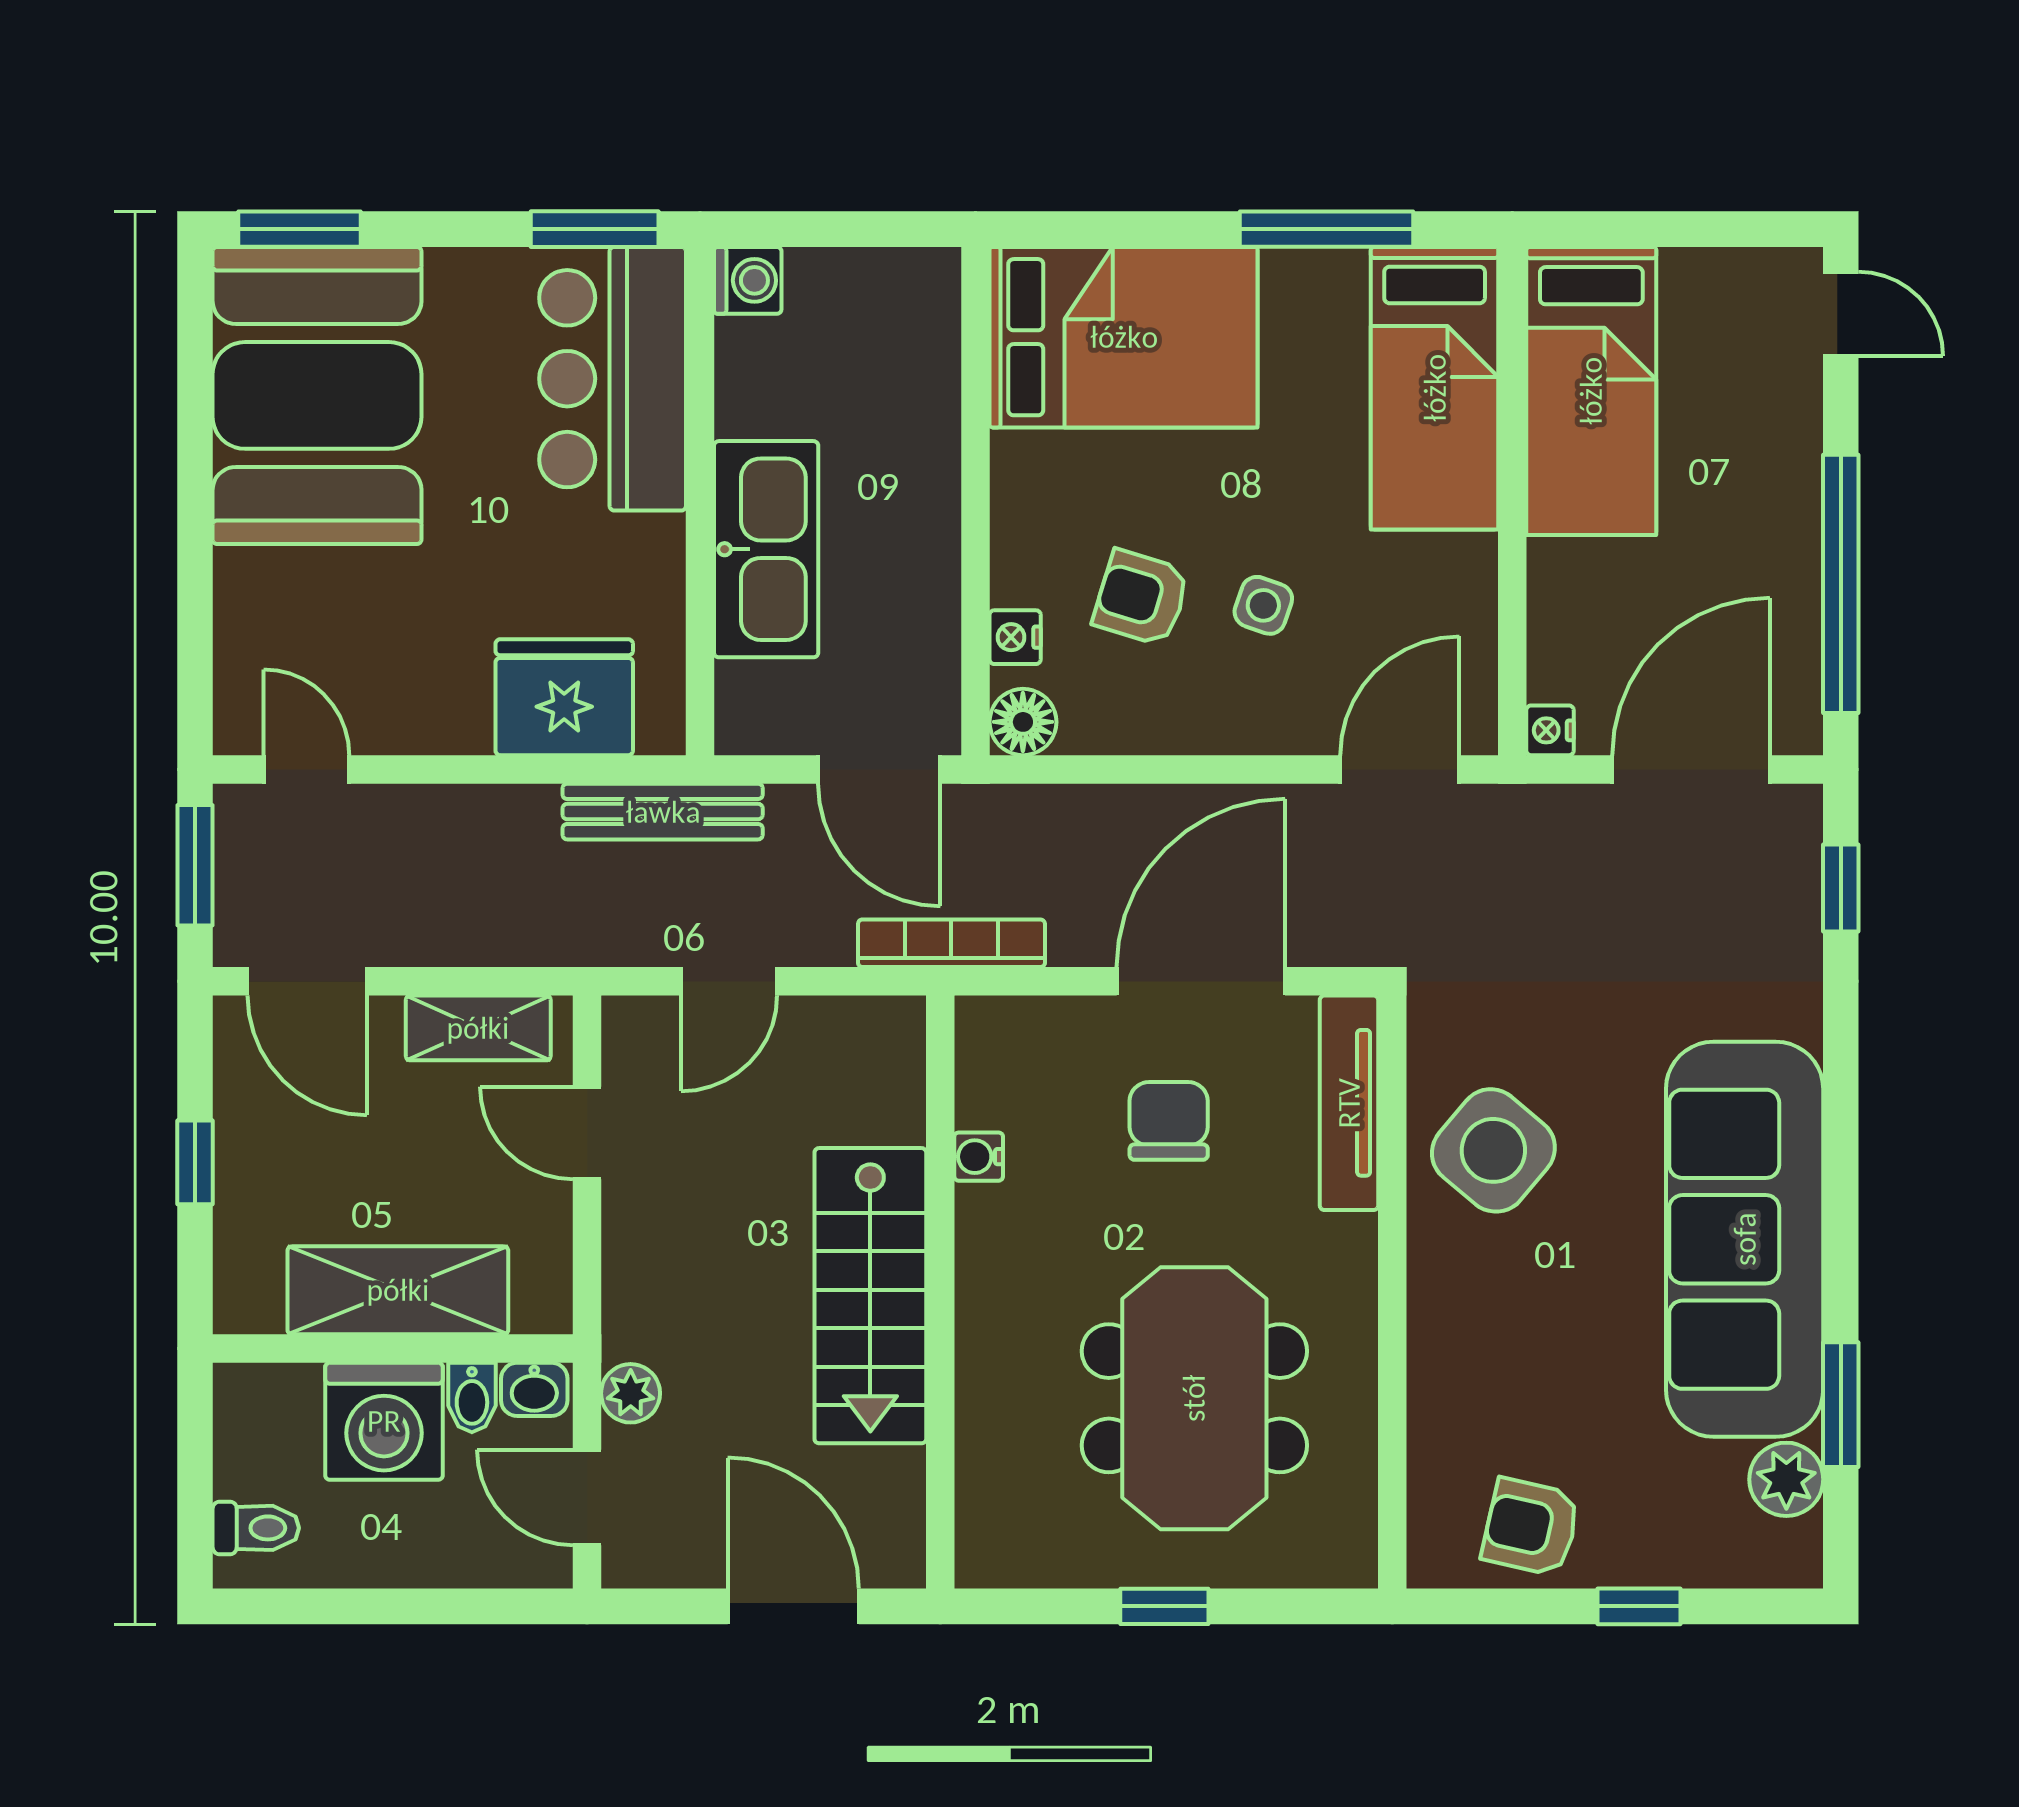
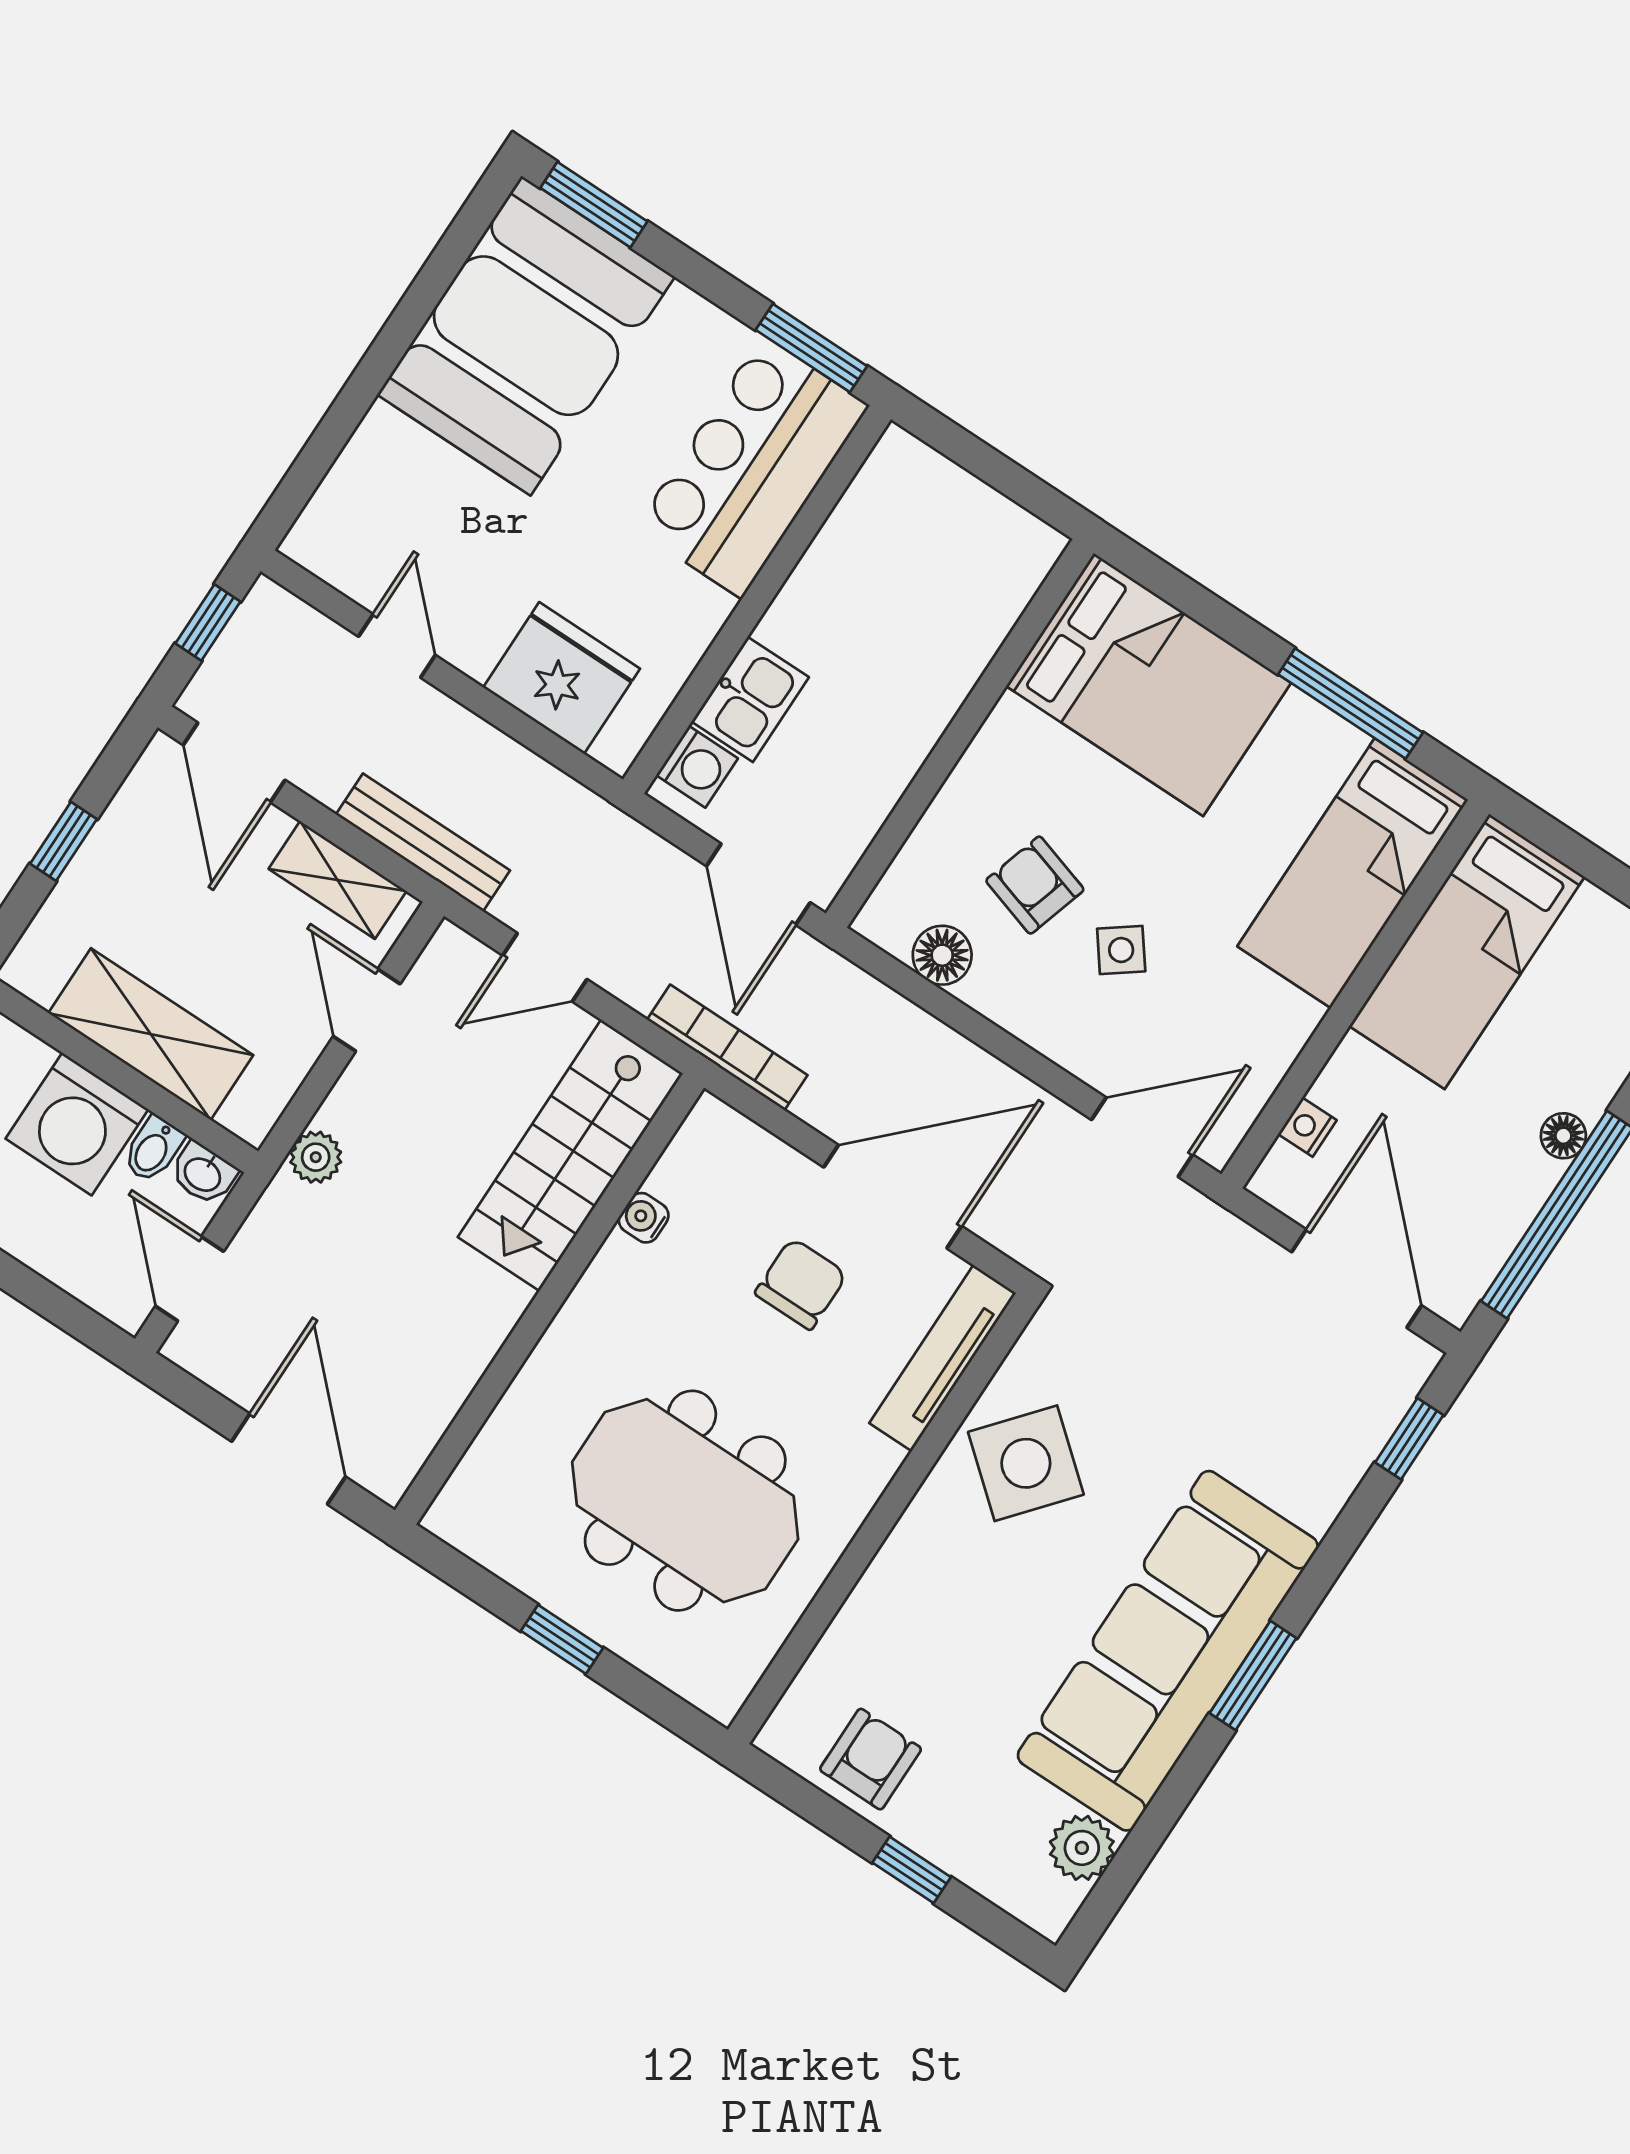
washing machine: (748, 280) -> (697, 767), moved
floor lamp: (1798, 505) -> (1563, 1136), added
kitchen sink: (766, 549) -> (750, 699), width x0.53, depth x0.81
side table: (1263, 605) -> (1121, 950), turned 34
nightstand: (1015, 637) -> (923, 853), removed
floor lamp: (1023, 722) -> (942, 955), moved
nightstand: (1550, 730) -> (1307, 1127), moved
door: (306, 769) -> (397, 646), moved
door: (1691, 769) -> (1357, 1279), hinge flipped
bench: (663, 812) -> (423, 842), moved
window: (195, 865) -> (208, 622), width x0.67
stairs: (870, 1296) -> (570, 1155), moved
plant: (631, 1393) -> (316, 1157), moved
meeting table: (1194, 1398) -> (685, 1501), turned 90
window: (1841, 1405) -> (1253, 1676), moved
armchair: (1531, 1527) -> (871, 1759), turned 77

